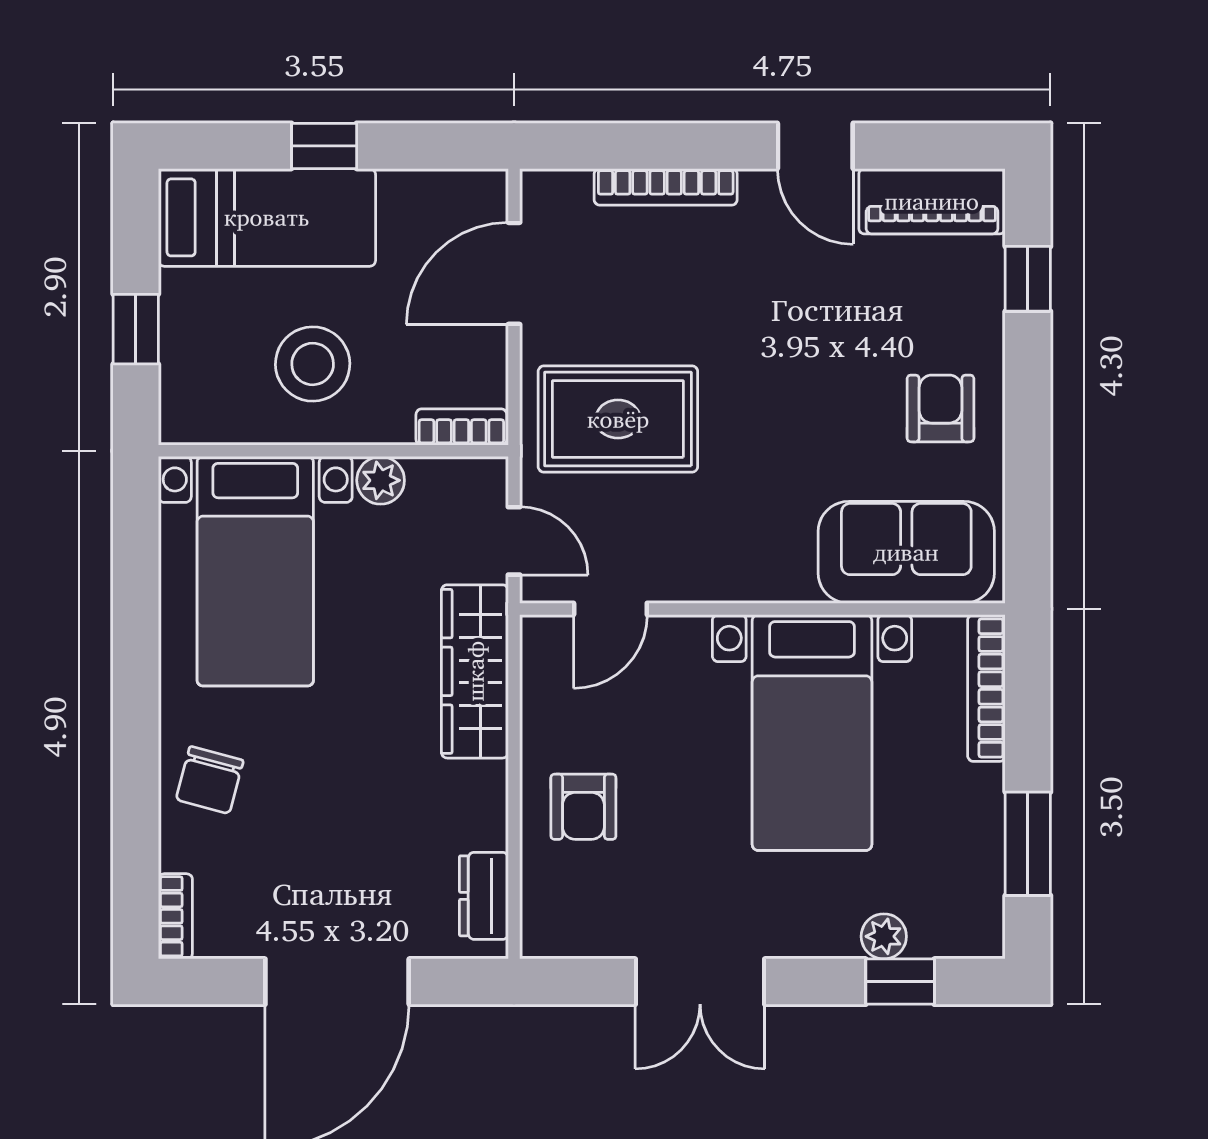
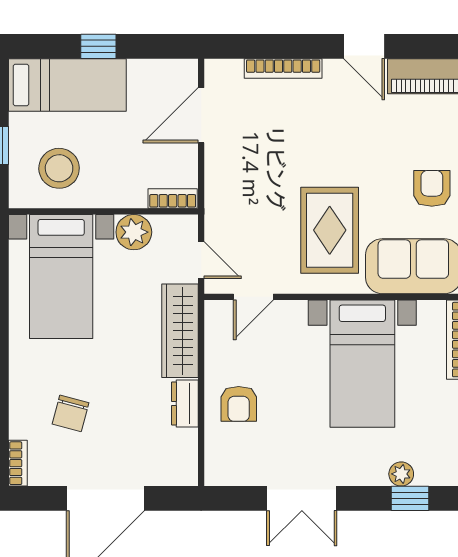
stool: (313, 364) -> (59, 168), moved
rug: (618, 419) -> (330, 230), moved, turned 90
plant: (381, 480) -> (134, 232), width x1.38, depth x1.38
chair: (210, 780) -> (71, 413), moved
dresser: (484, 896) -> (185, 404), moved

